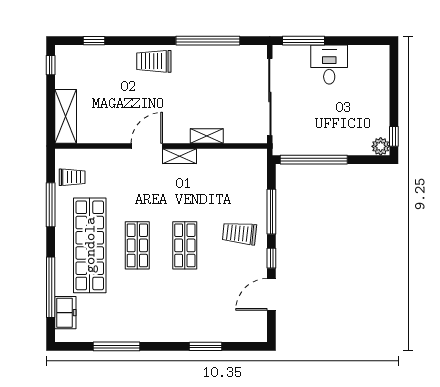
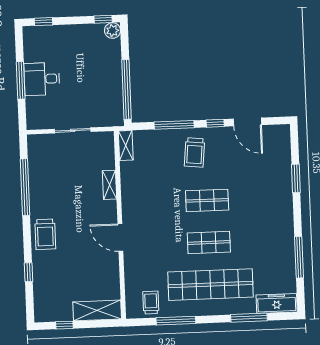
window: (94, 41) -> (28, 272), moved
window: (303, 41) -> (21, 80), moved
window: (51, 65) -> (64, 325), moved
window: (394, 69) -> (44, 22), added
sliding door: (270, 97) -> (73, 130), width x0.54
shelving: (180, 156) -> (126, 146), moved
window: (51, 287) -> (249, 318), width x0.68
freezer: (65, 313) -> (277, 303), width x1.40

